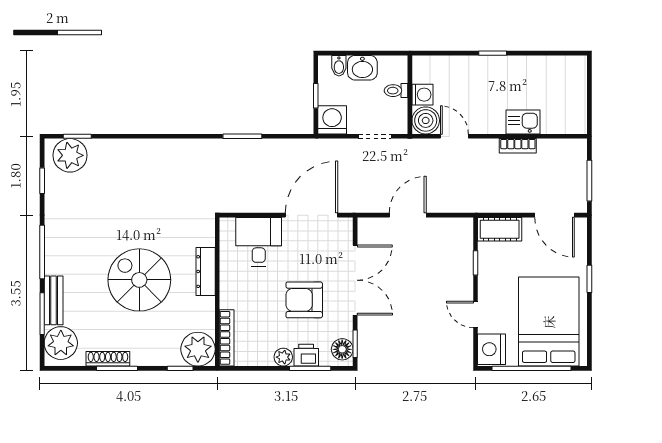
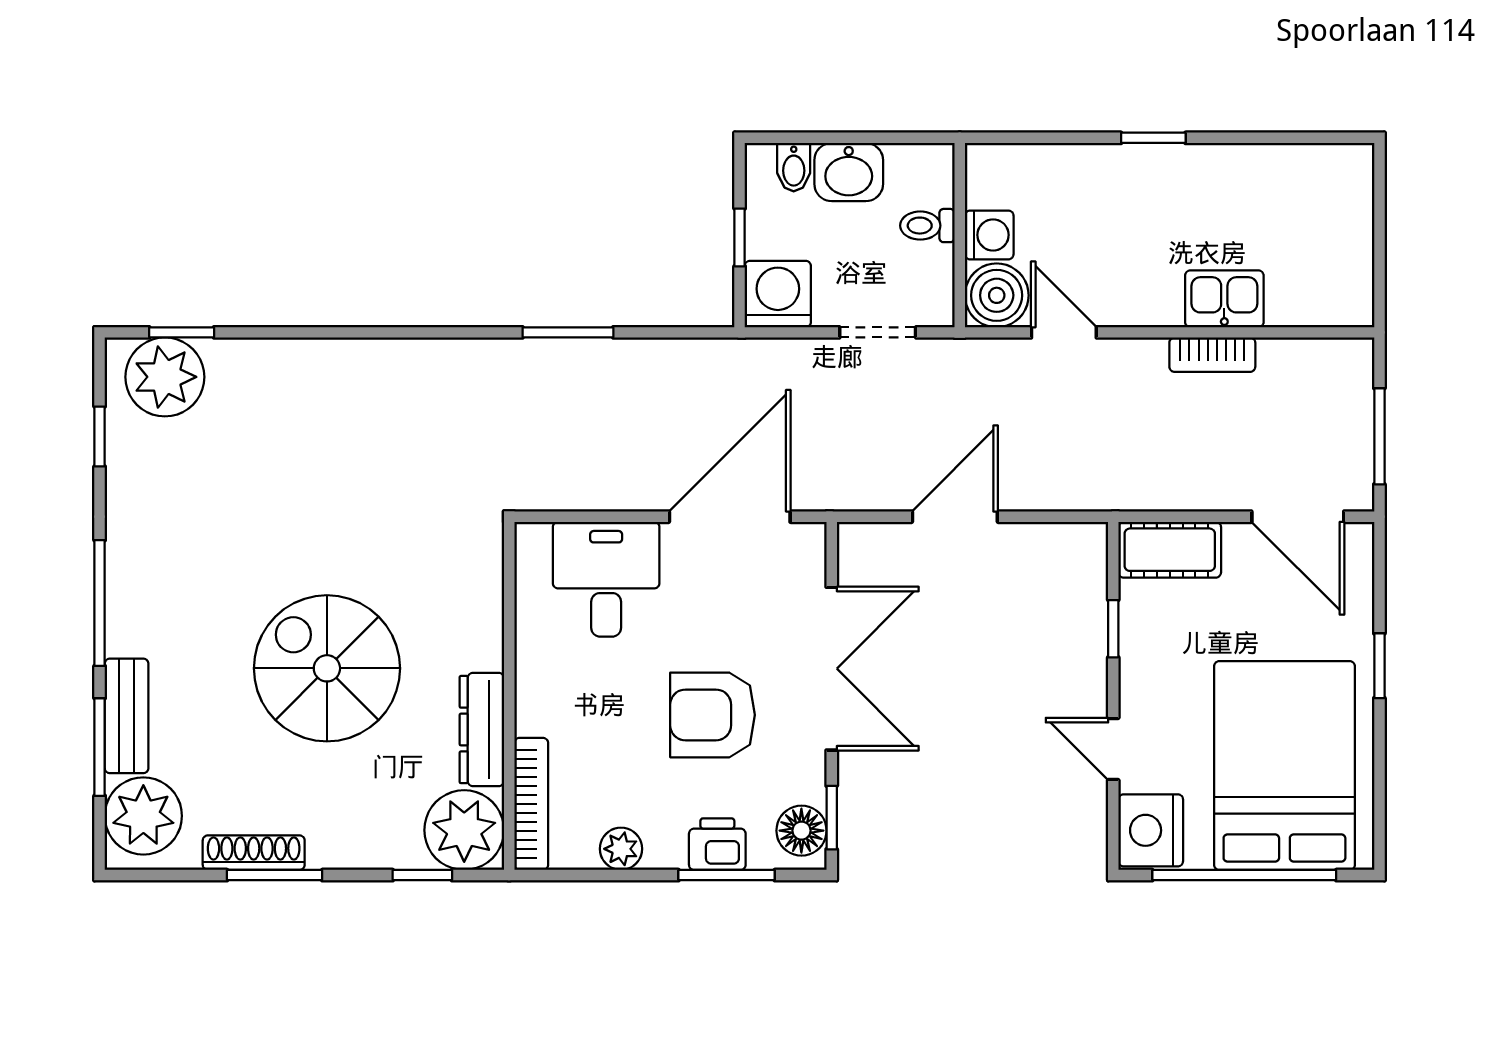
dresser: (206, 272) -> (482, 730), moved
plant: (283, 357) -> (621, 849), moved

